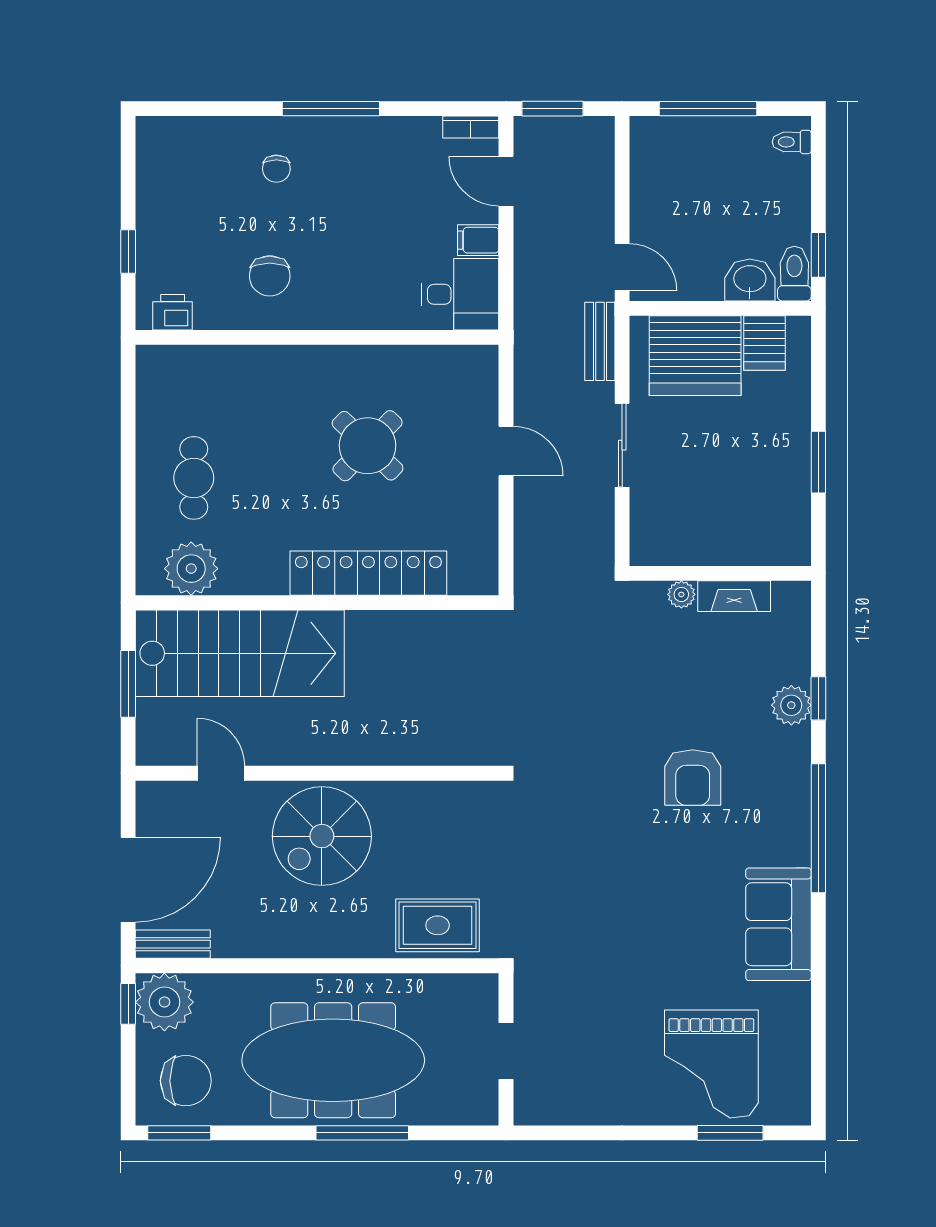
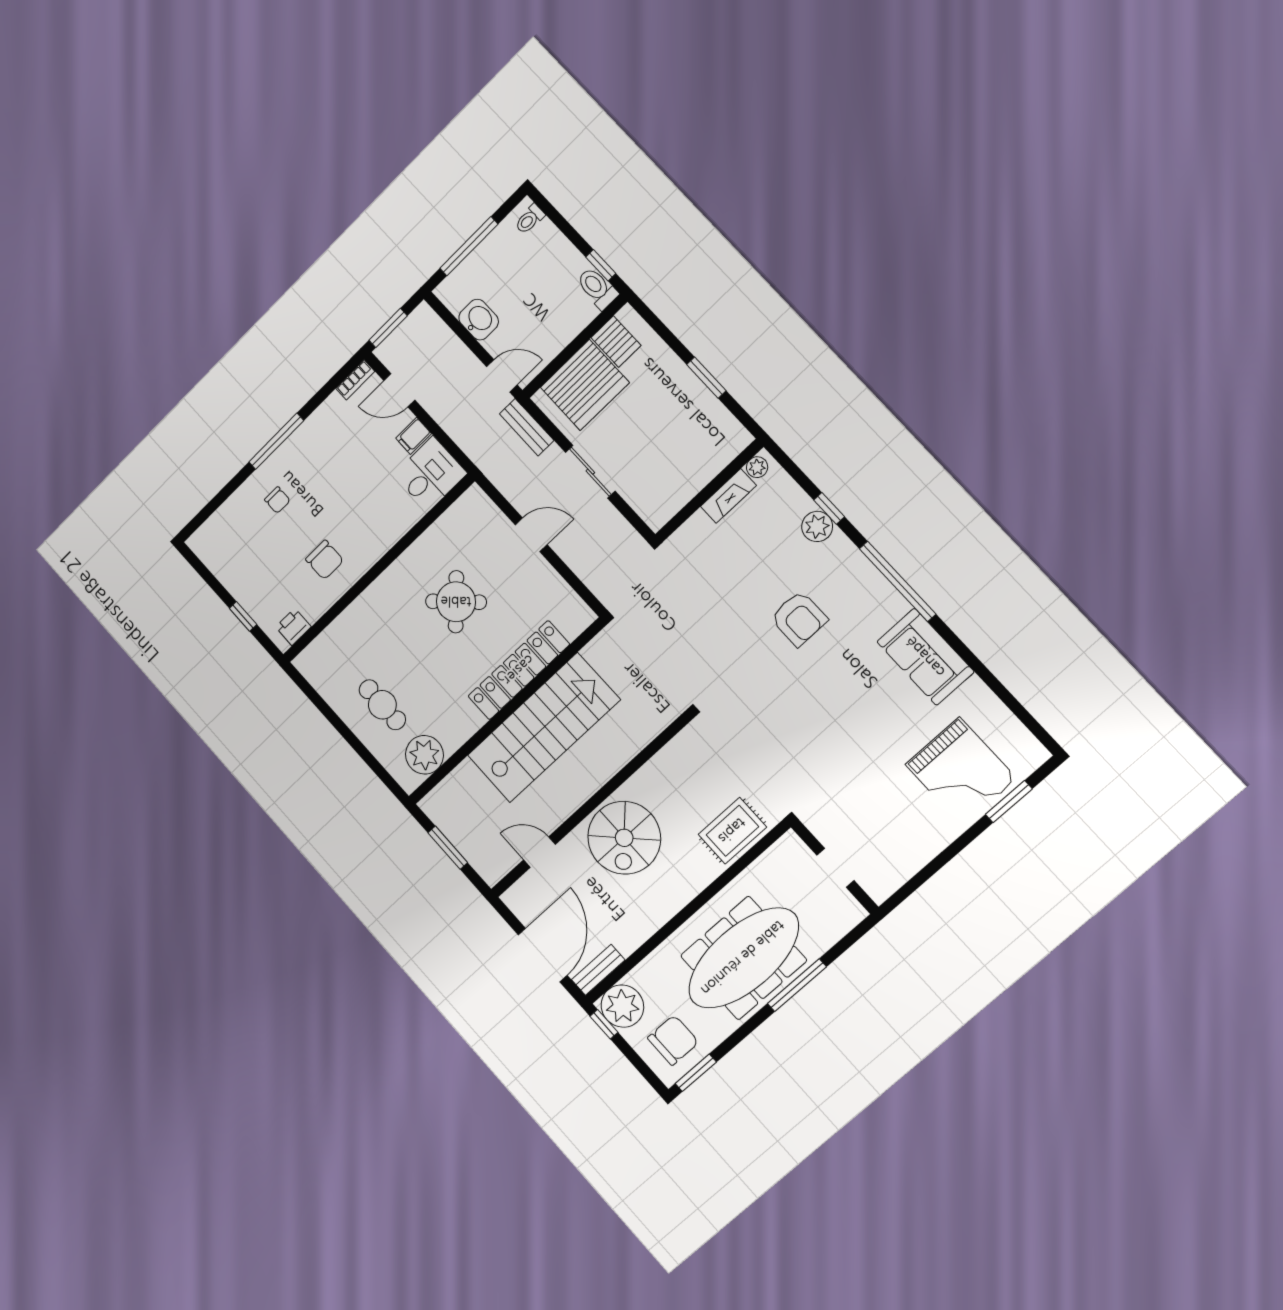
washbasin: (750, 280) -> (479, 320), moved, turned 90
plant: (681, 594) -> (757, 467), moved
stairs: (240, 653) -> (543, 728), moved

